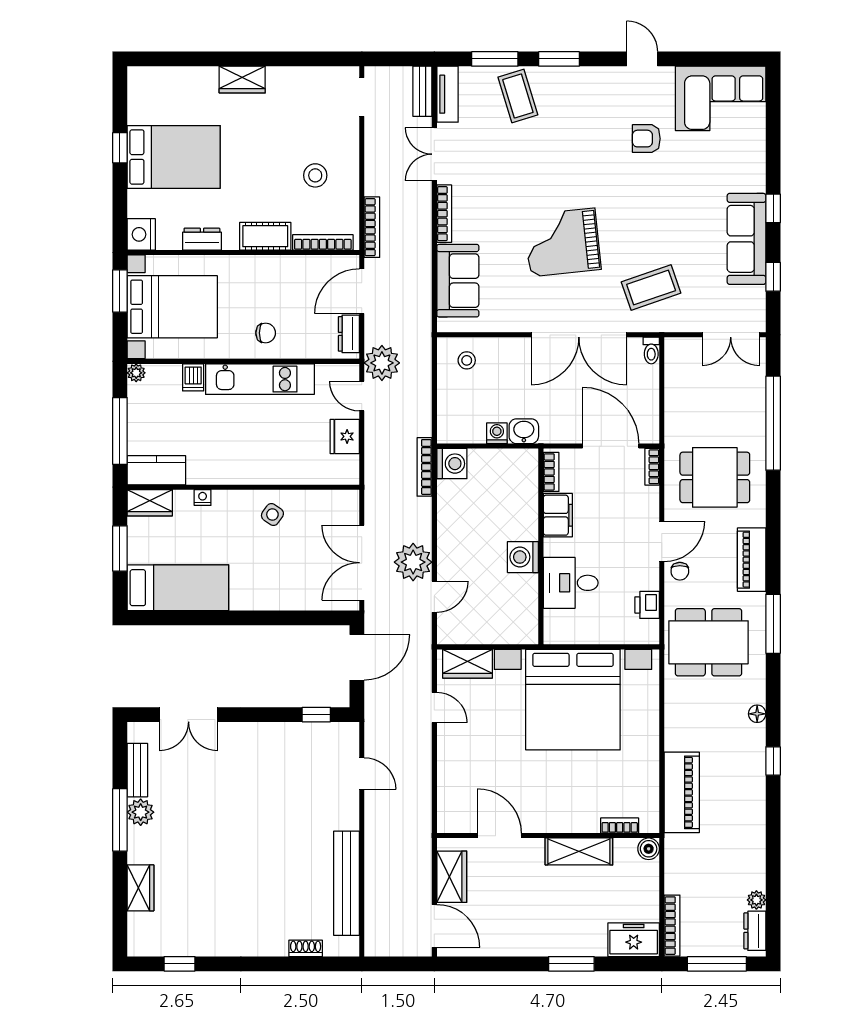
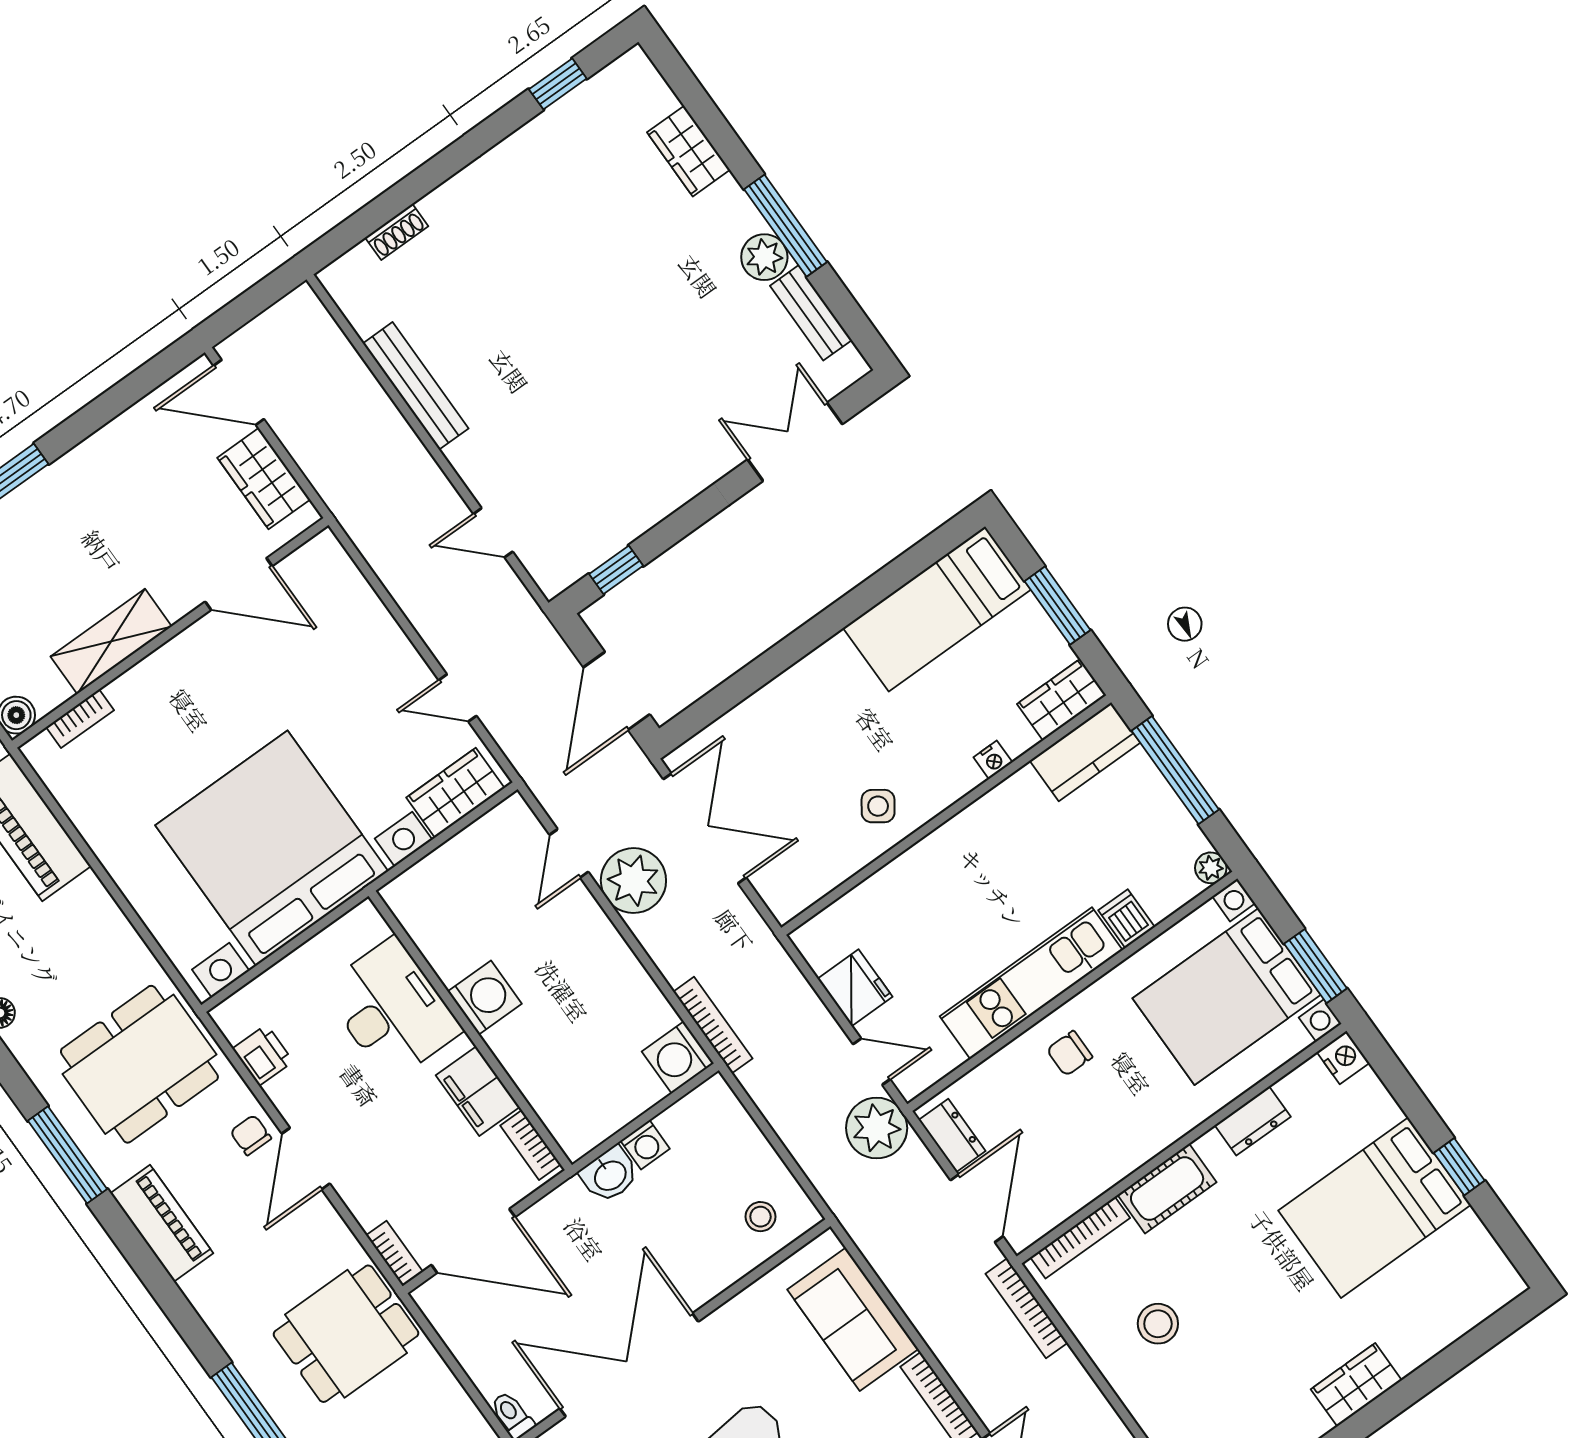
nightstand: (141, 234) -> (1343, 1057), width x0.74, depth x0.75
dining table: (715, 477) -> (346, 1334), moved
desk: (571, 583) -> (392, 1009), width x1.37
bench: (346, 883) -> (416, 386), width x0.73, depth x0.82

